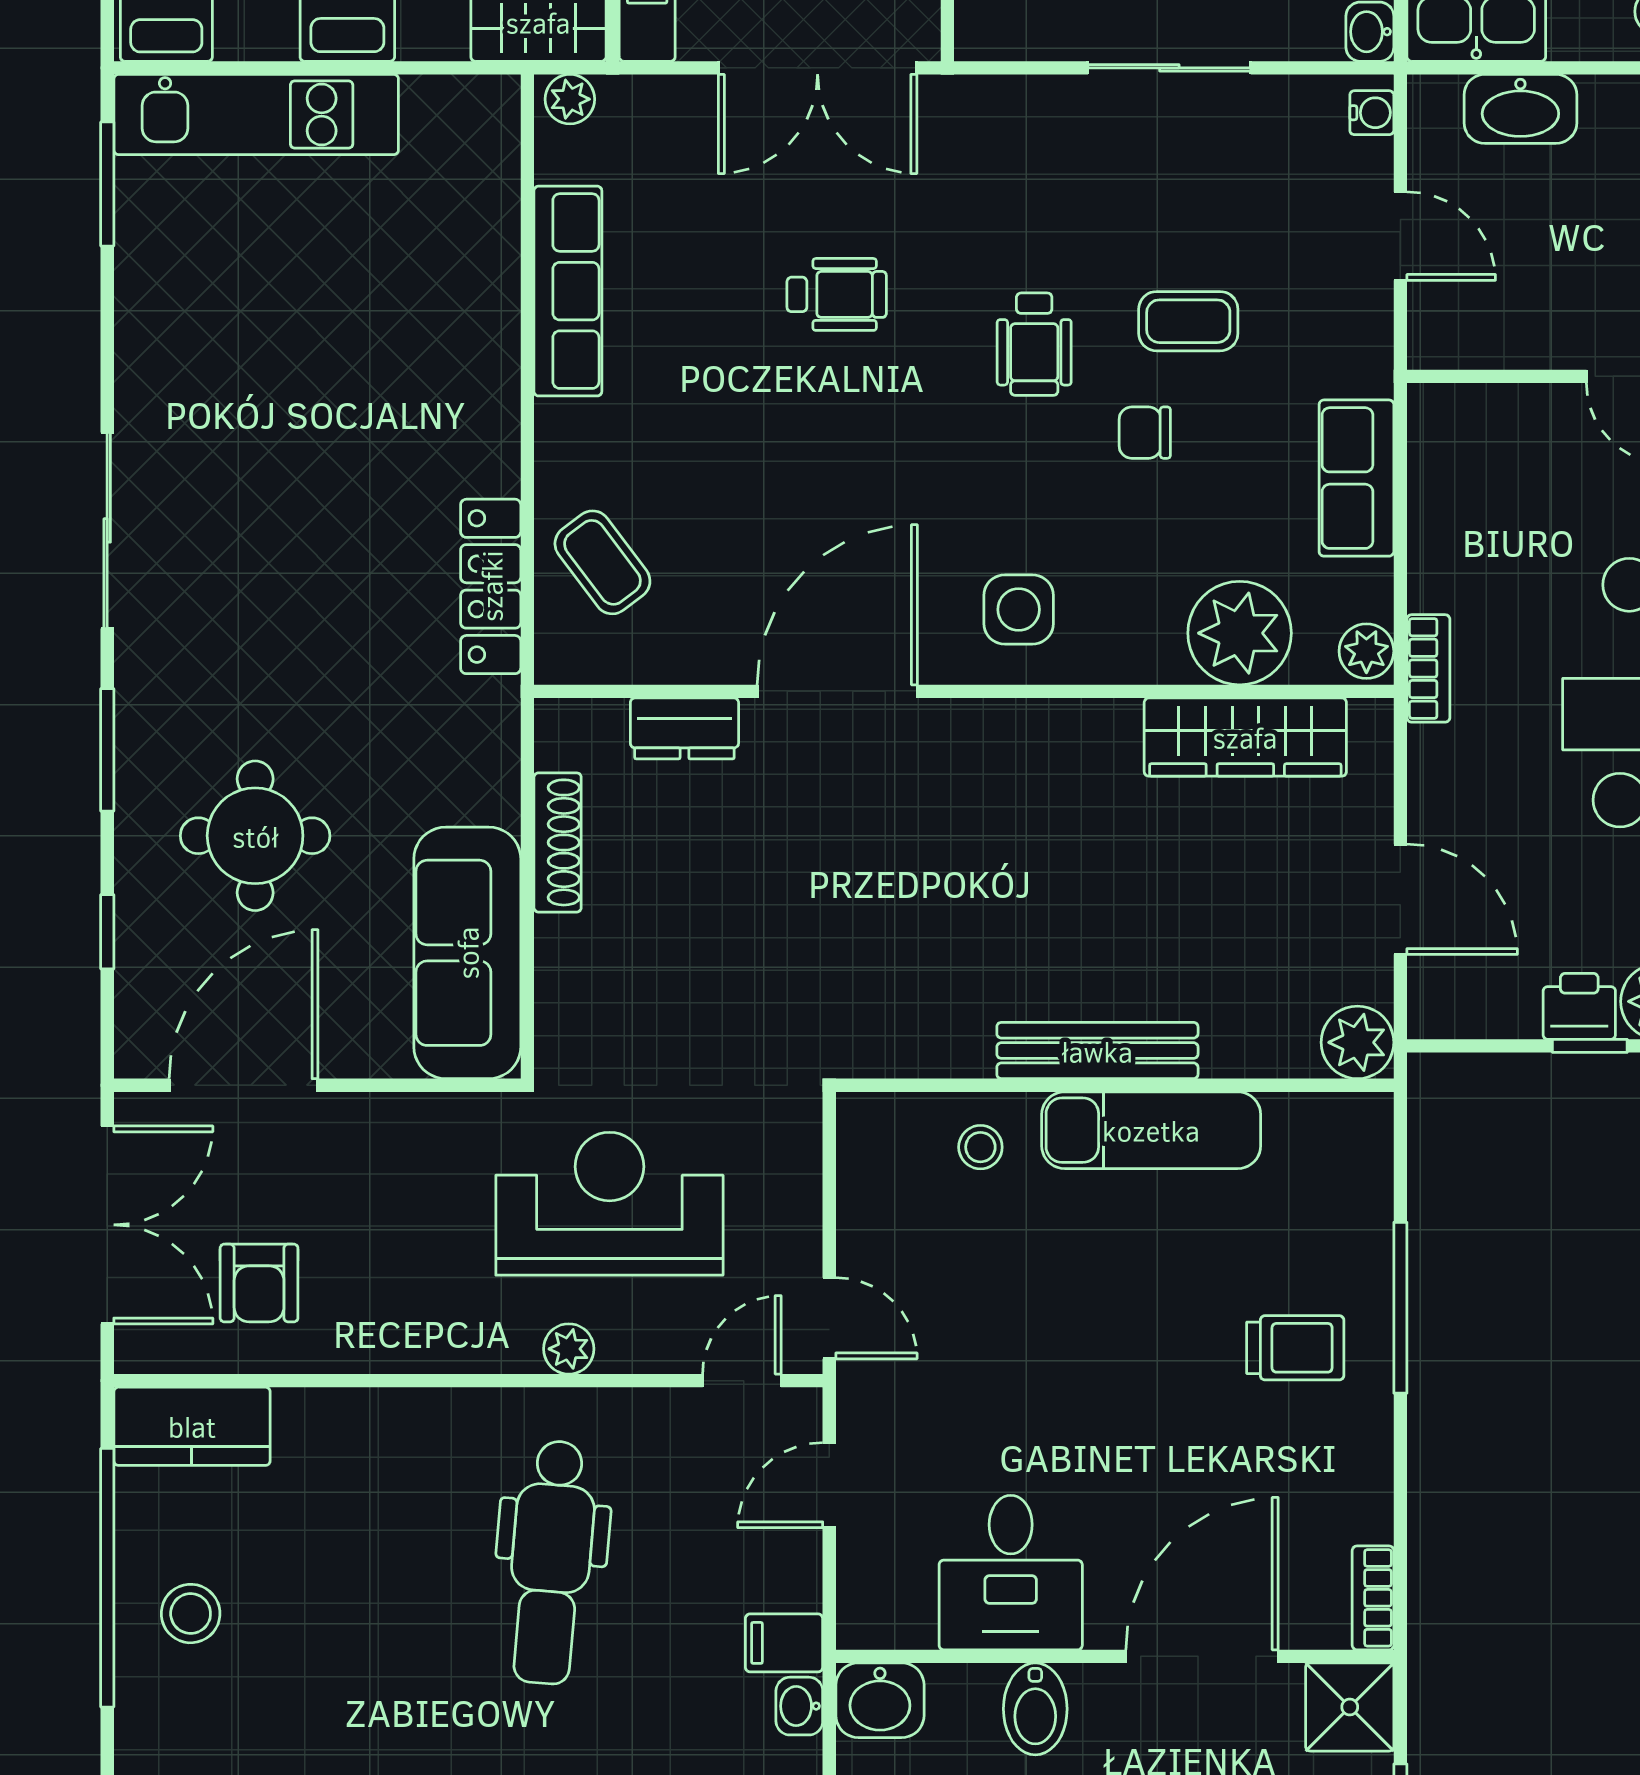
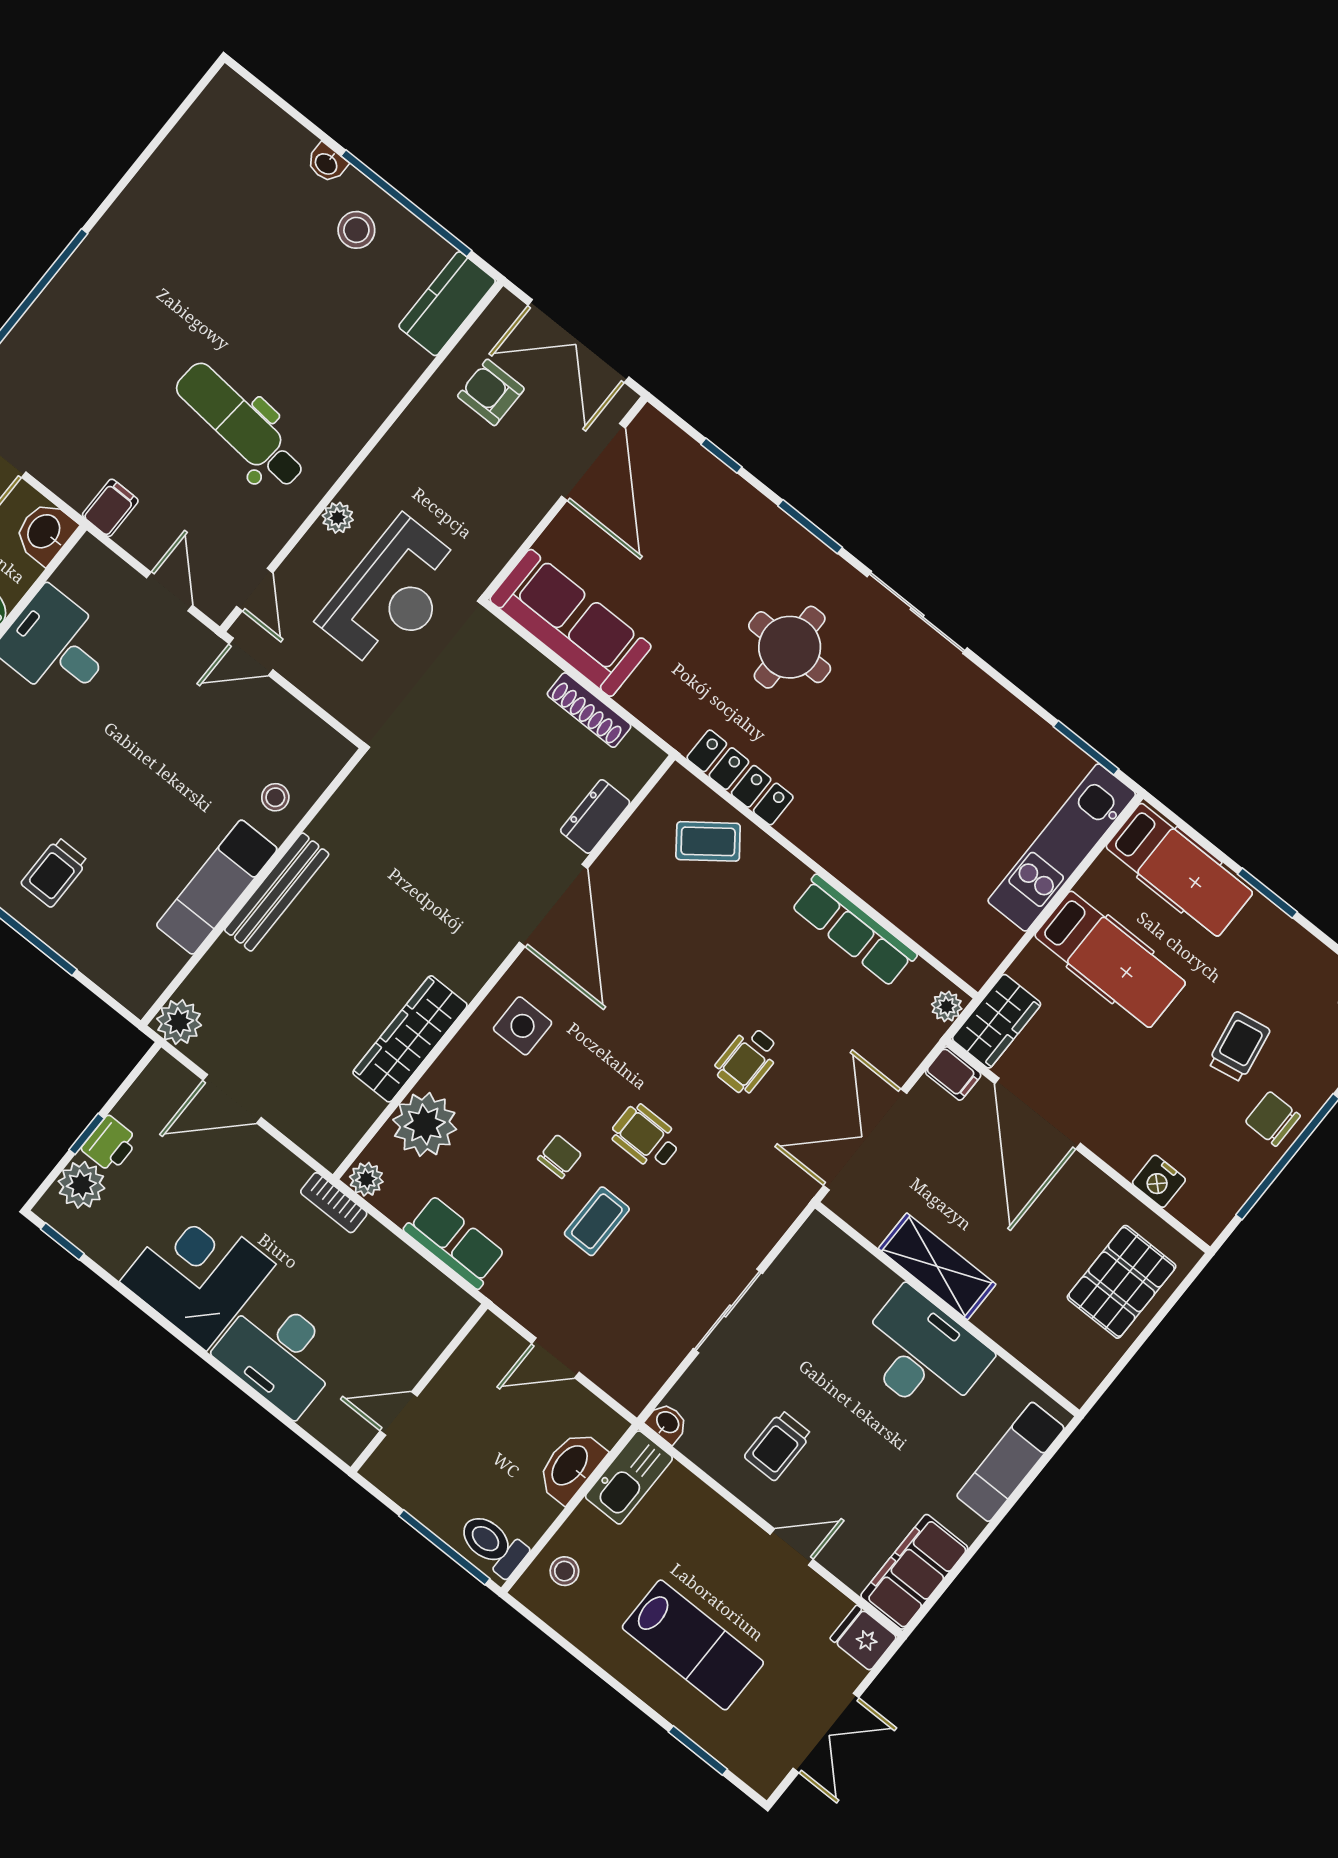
water cooler: (1372, 113) -> (627, 1392), removed
wardrobe: (1245, 737) -> (410, 1039), moved
round table: (255, 836) -> (790, 647), moved
washbasin: (799, 1706) -> (327, 163), moved, turned 180

